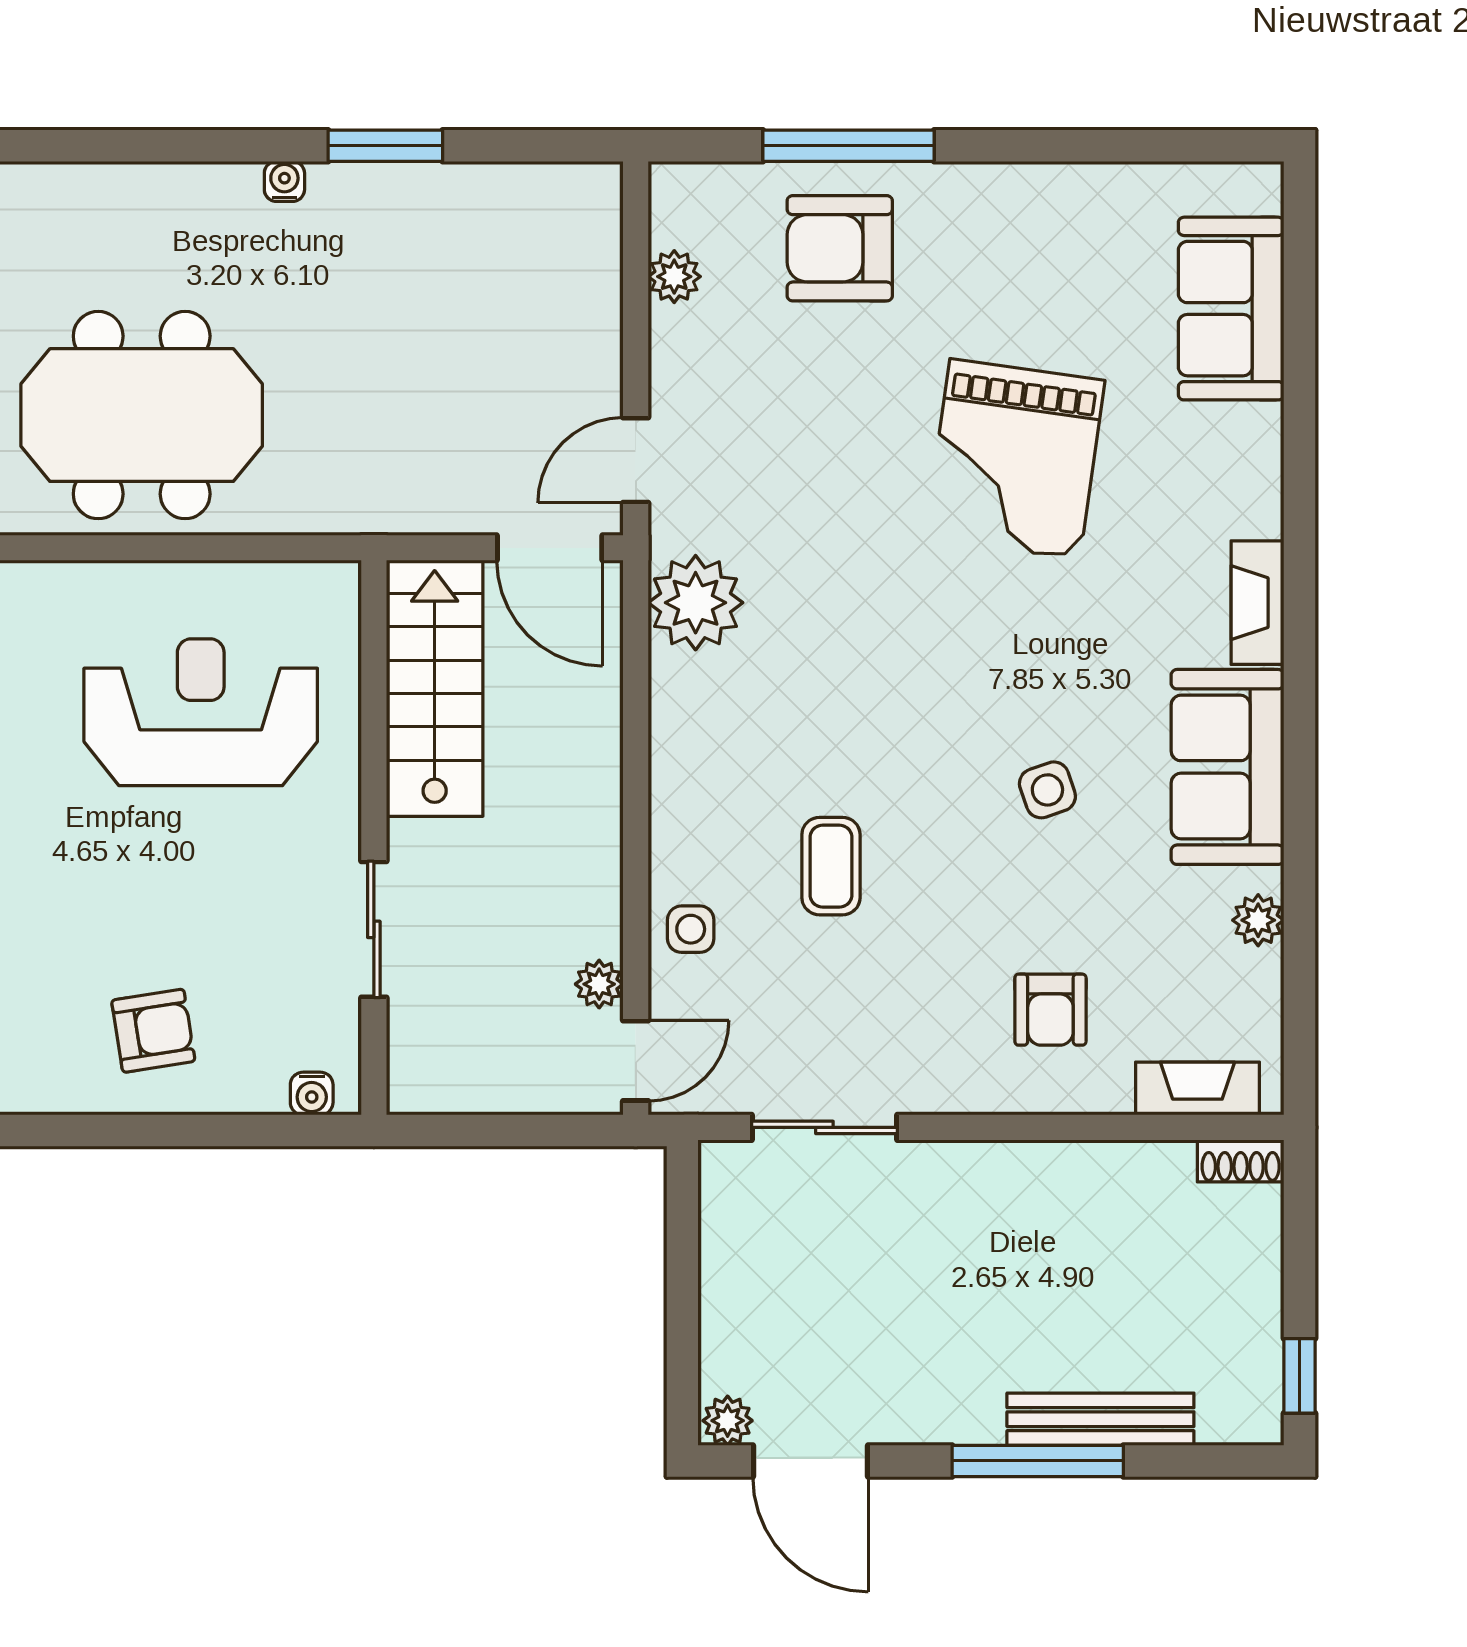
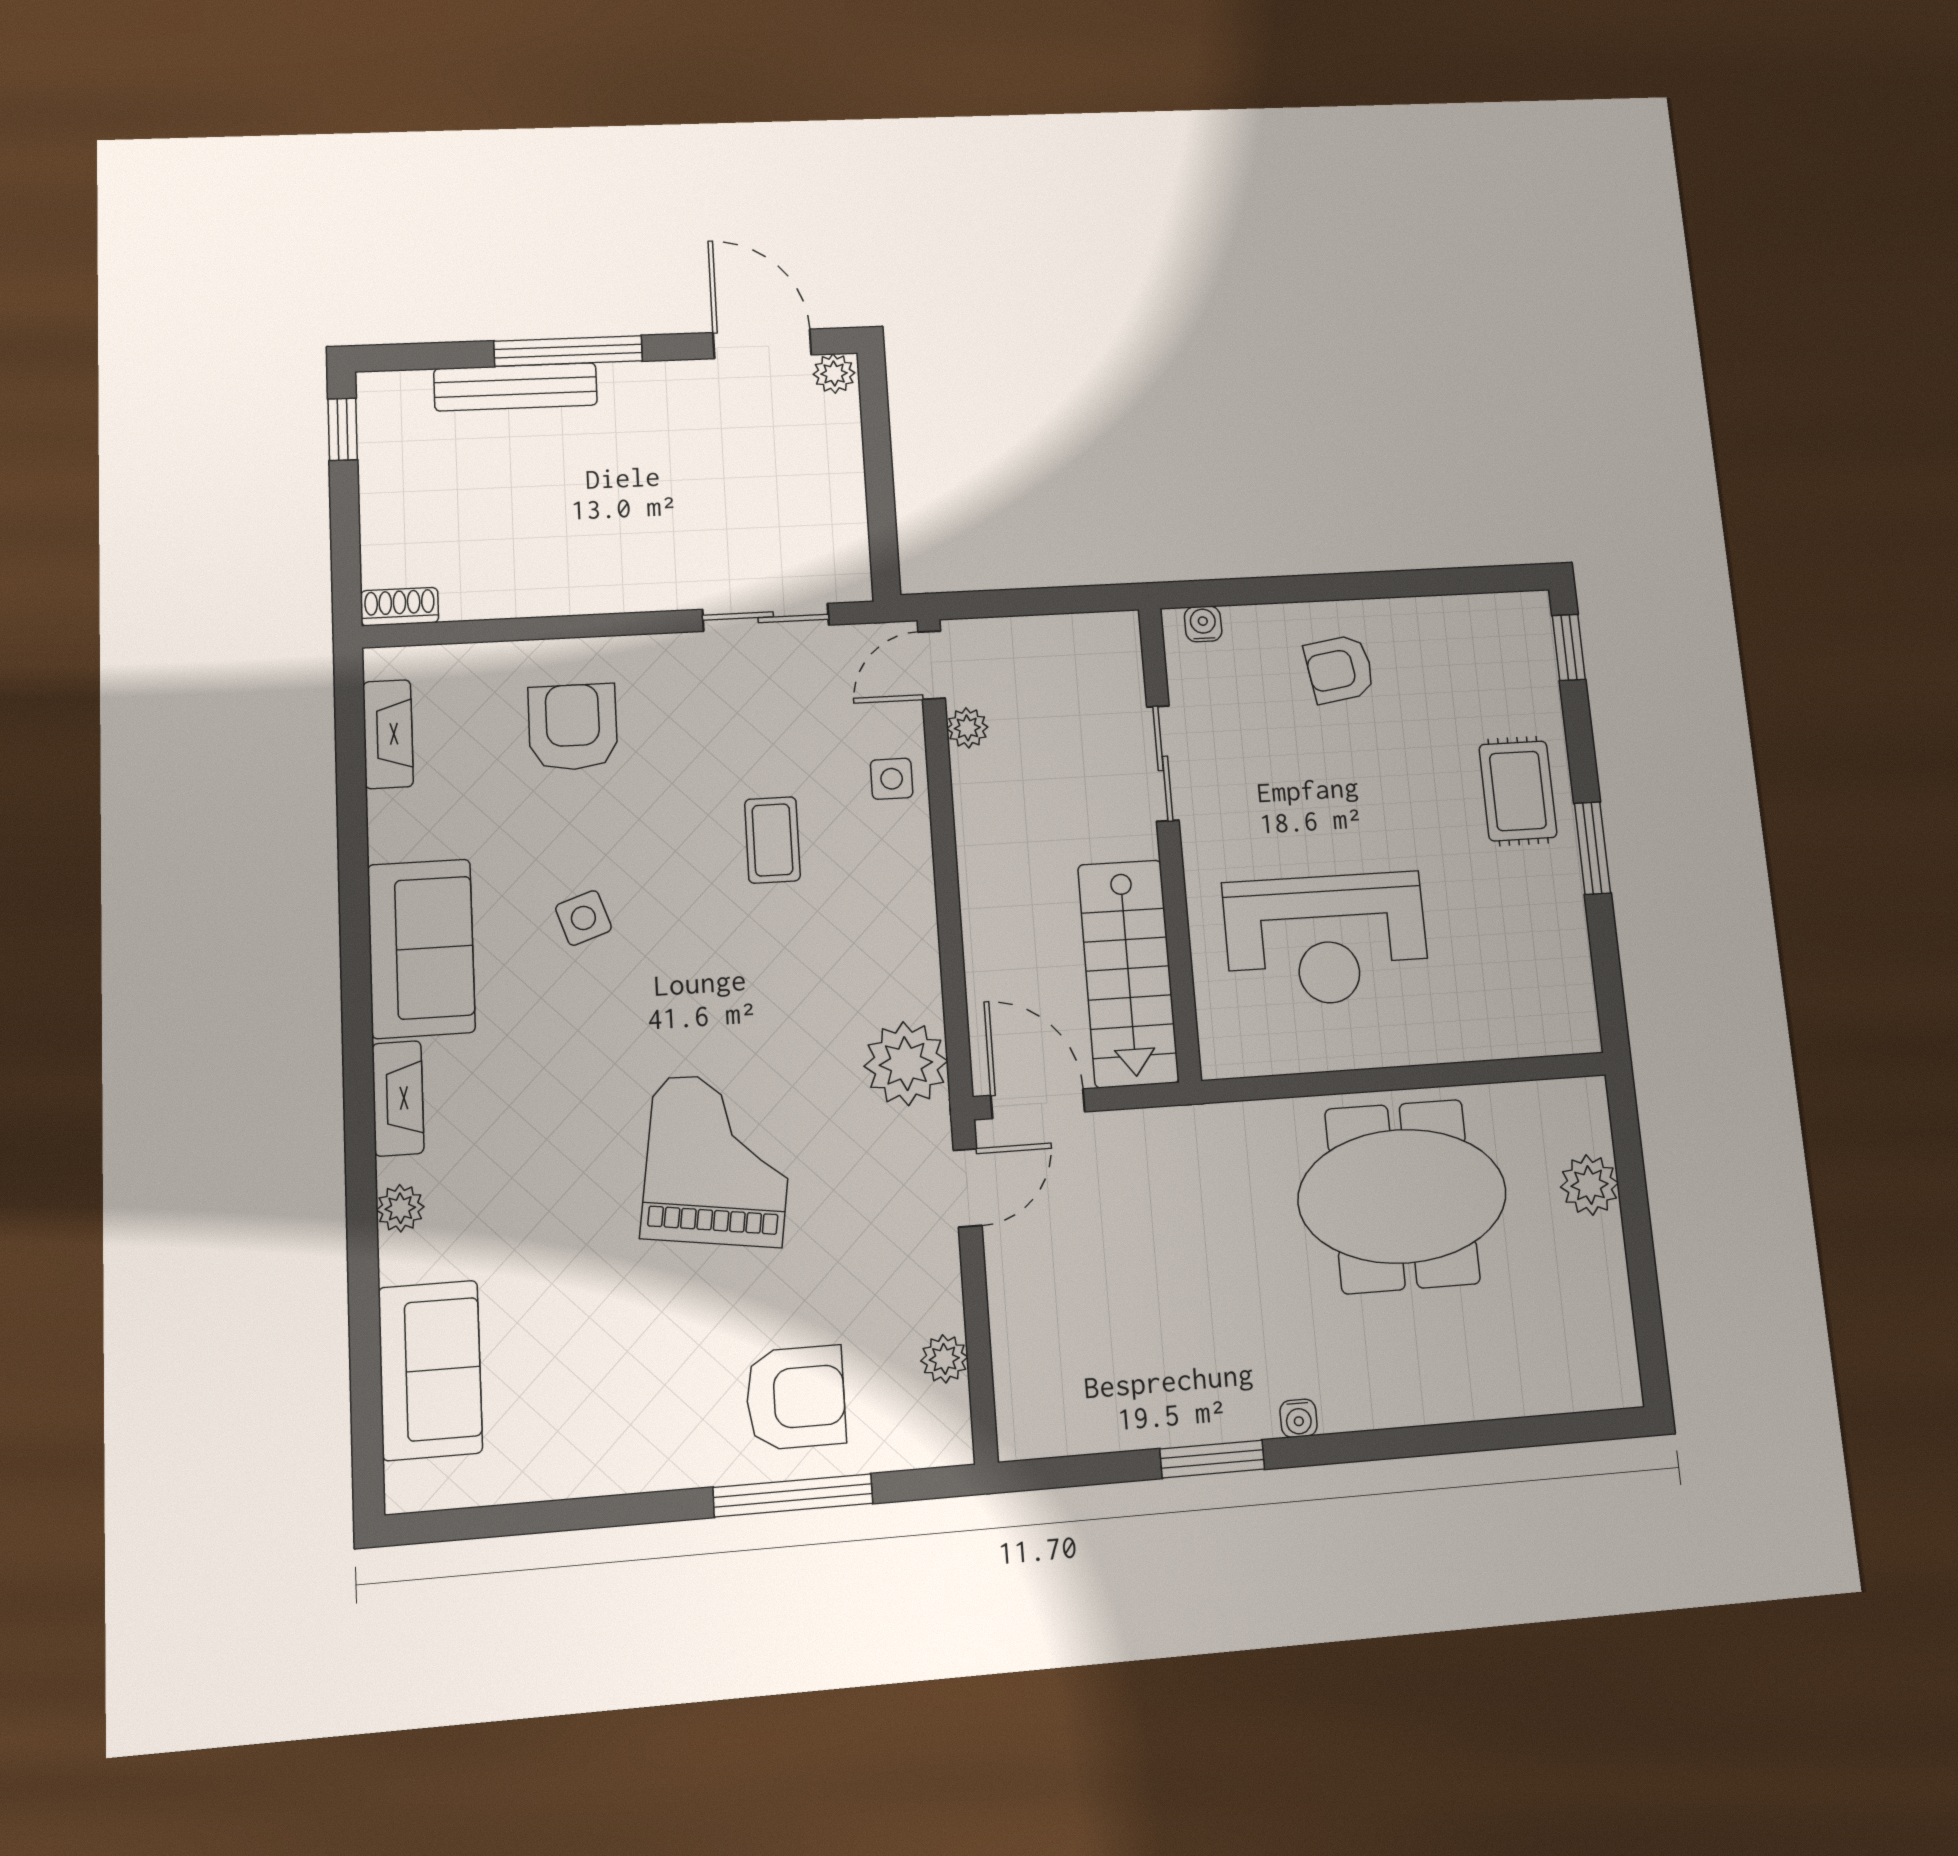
grand piano: (1015, 459) -> (718, 1161), moved
plant: (1258, 920) -> (400, 1208), moved
armchair: (1050, 1010) -> (573, 727), width x1.38, depth x1.38
fireplace: (1197, 1089) -> (388, 734), moved, turned -90

